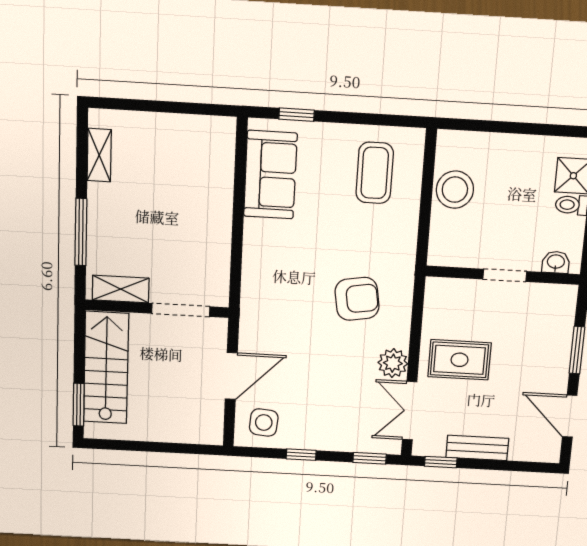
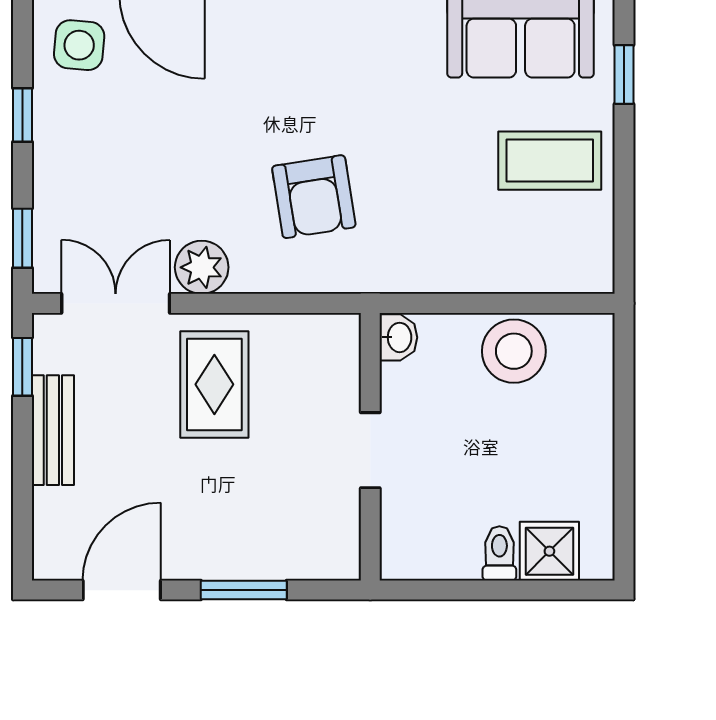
coffee table: (375, 173) -> (550, 161), moved
washbasin: (556, 262) -> (398, 337), moved

